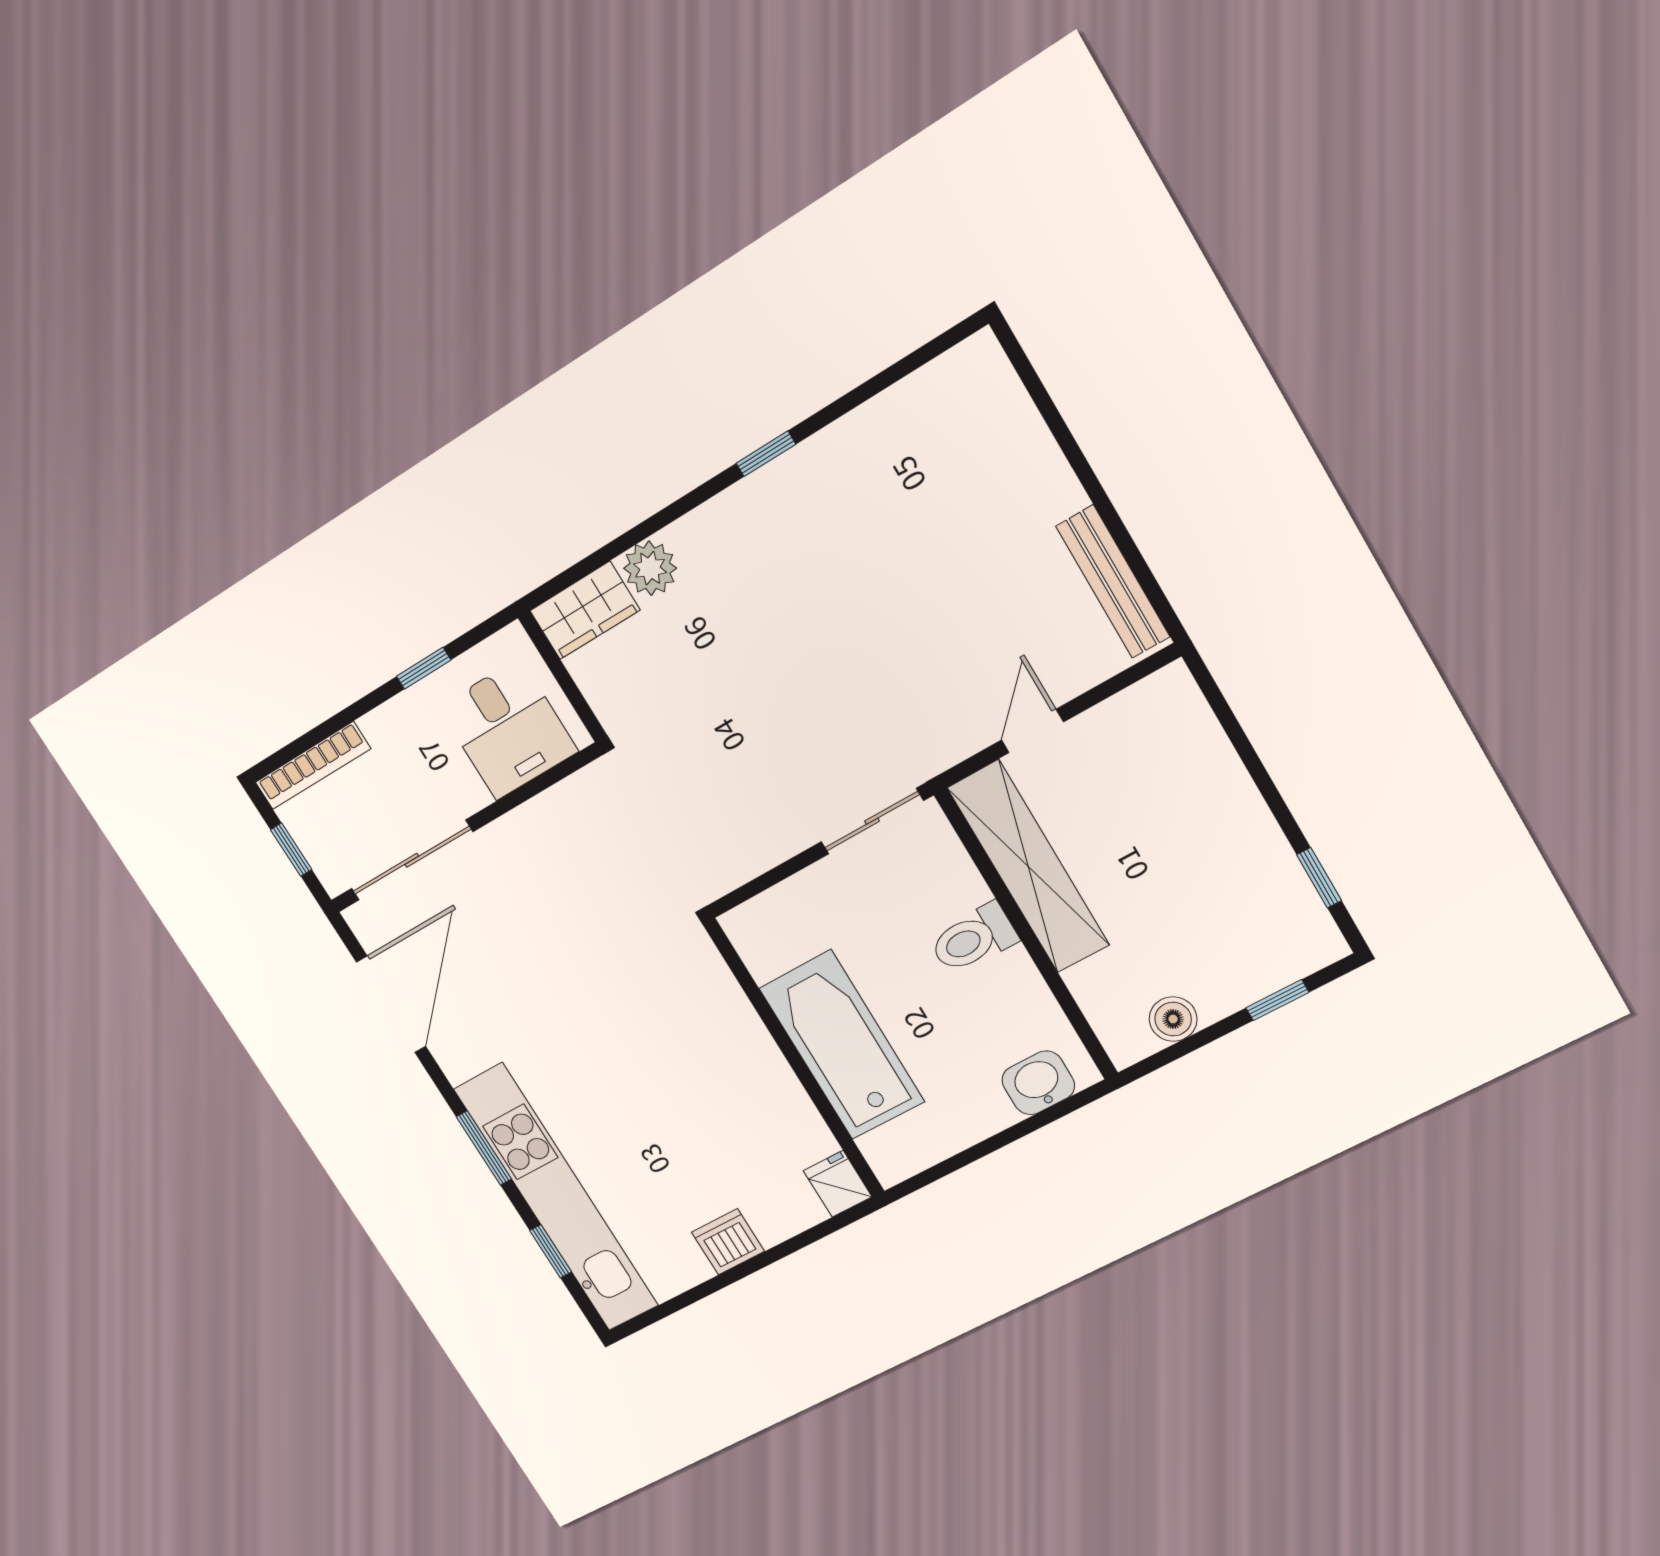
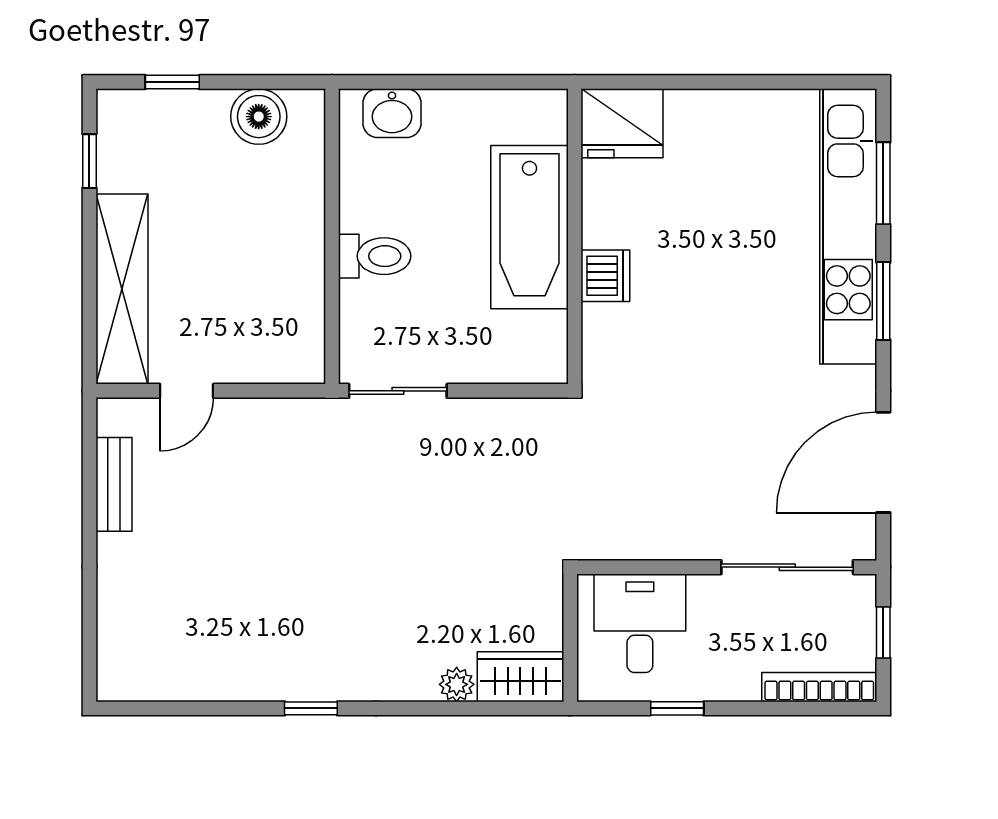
plant: (650, 568) -> (457, 684), width x0.73, depth x0.73
bench: (1113, 582) -> (114, 484), width x0.73
door: (1032, 731) -> (187, 391), moved
shelving: (1028, 867) -> (122, 289), moved
boiler: (1173, 1019) -> (259, 117), width x1.36, depth x1.36
fridge: (838, 1184) -> (622, 123), width x1.88, depth x1.34
dishwasher: (728, 1242) -> (605, 276), moved, turned -90
window: (551, 1251) -> (883, 183), width x1.50

